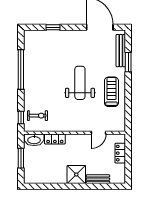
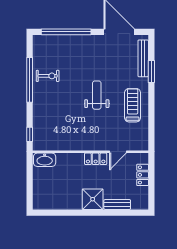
window: (53, 27) -> (66, 32), width x3.17
weight bench: (80, 83) -> (97, 95), width x0.73, depth x0.75
exercise bike: (37, 116) -> (48, 76), moved
locker: (55, 139) -> (96, 159), moved
window: (21, 158) -> (30, 181), removed

